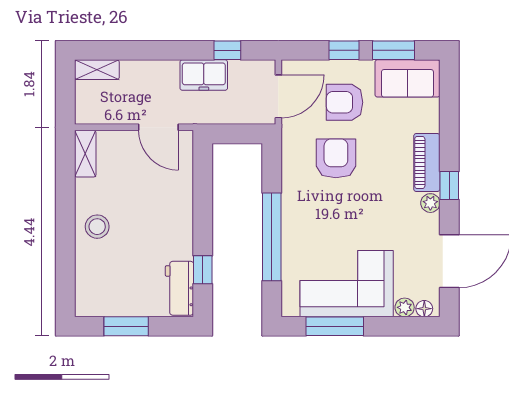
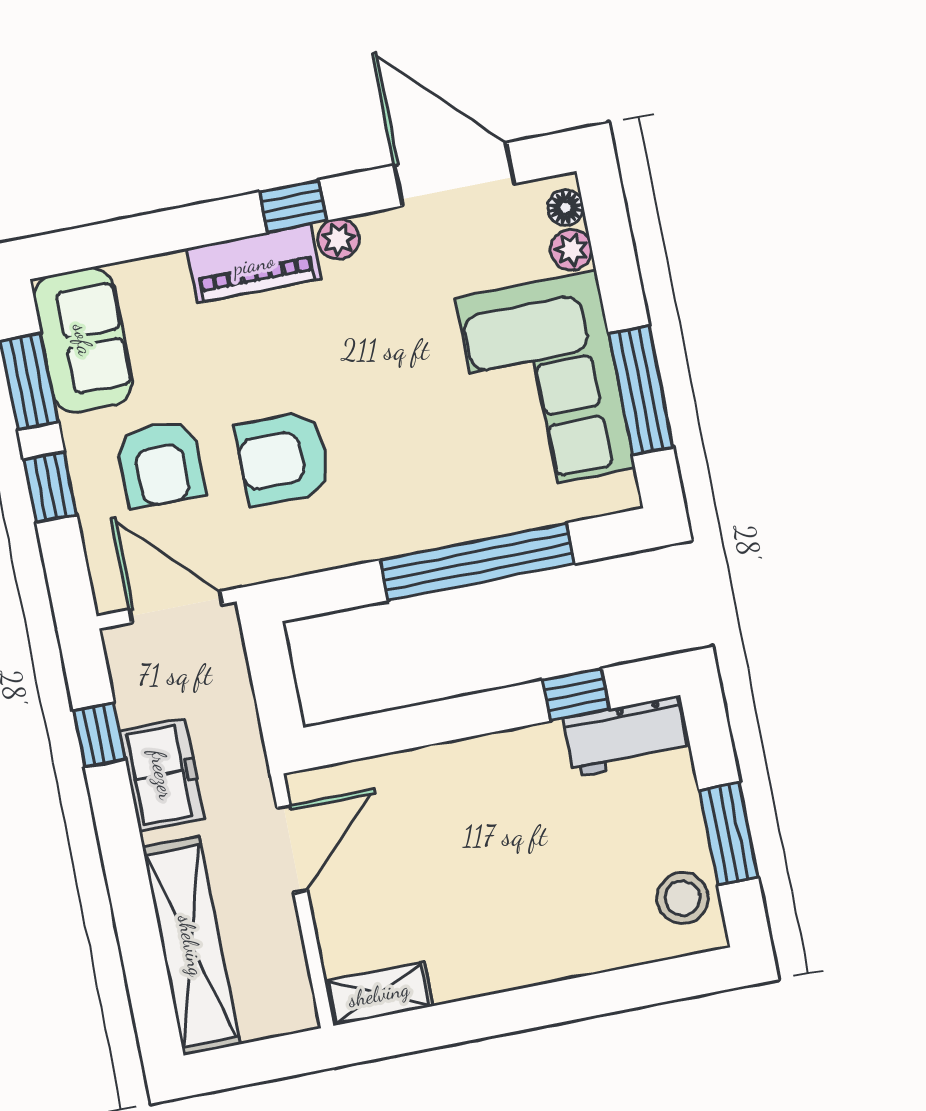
shelving: (97, 70) -> (191, 946), width x2.20, depth x1.33
stool: (97, 227) -> (683, 898), moved

